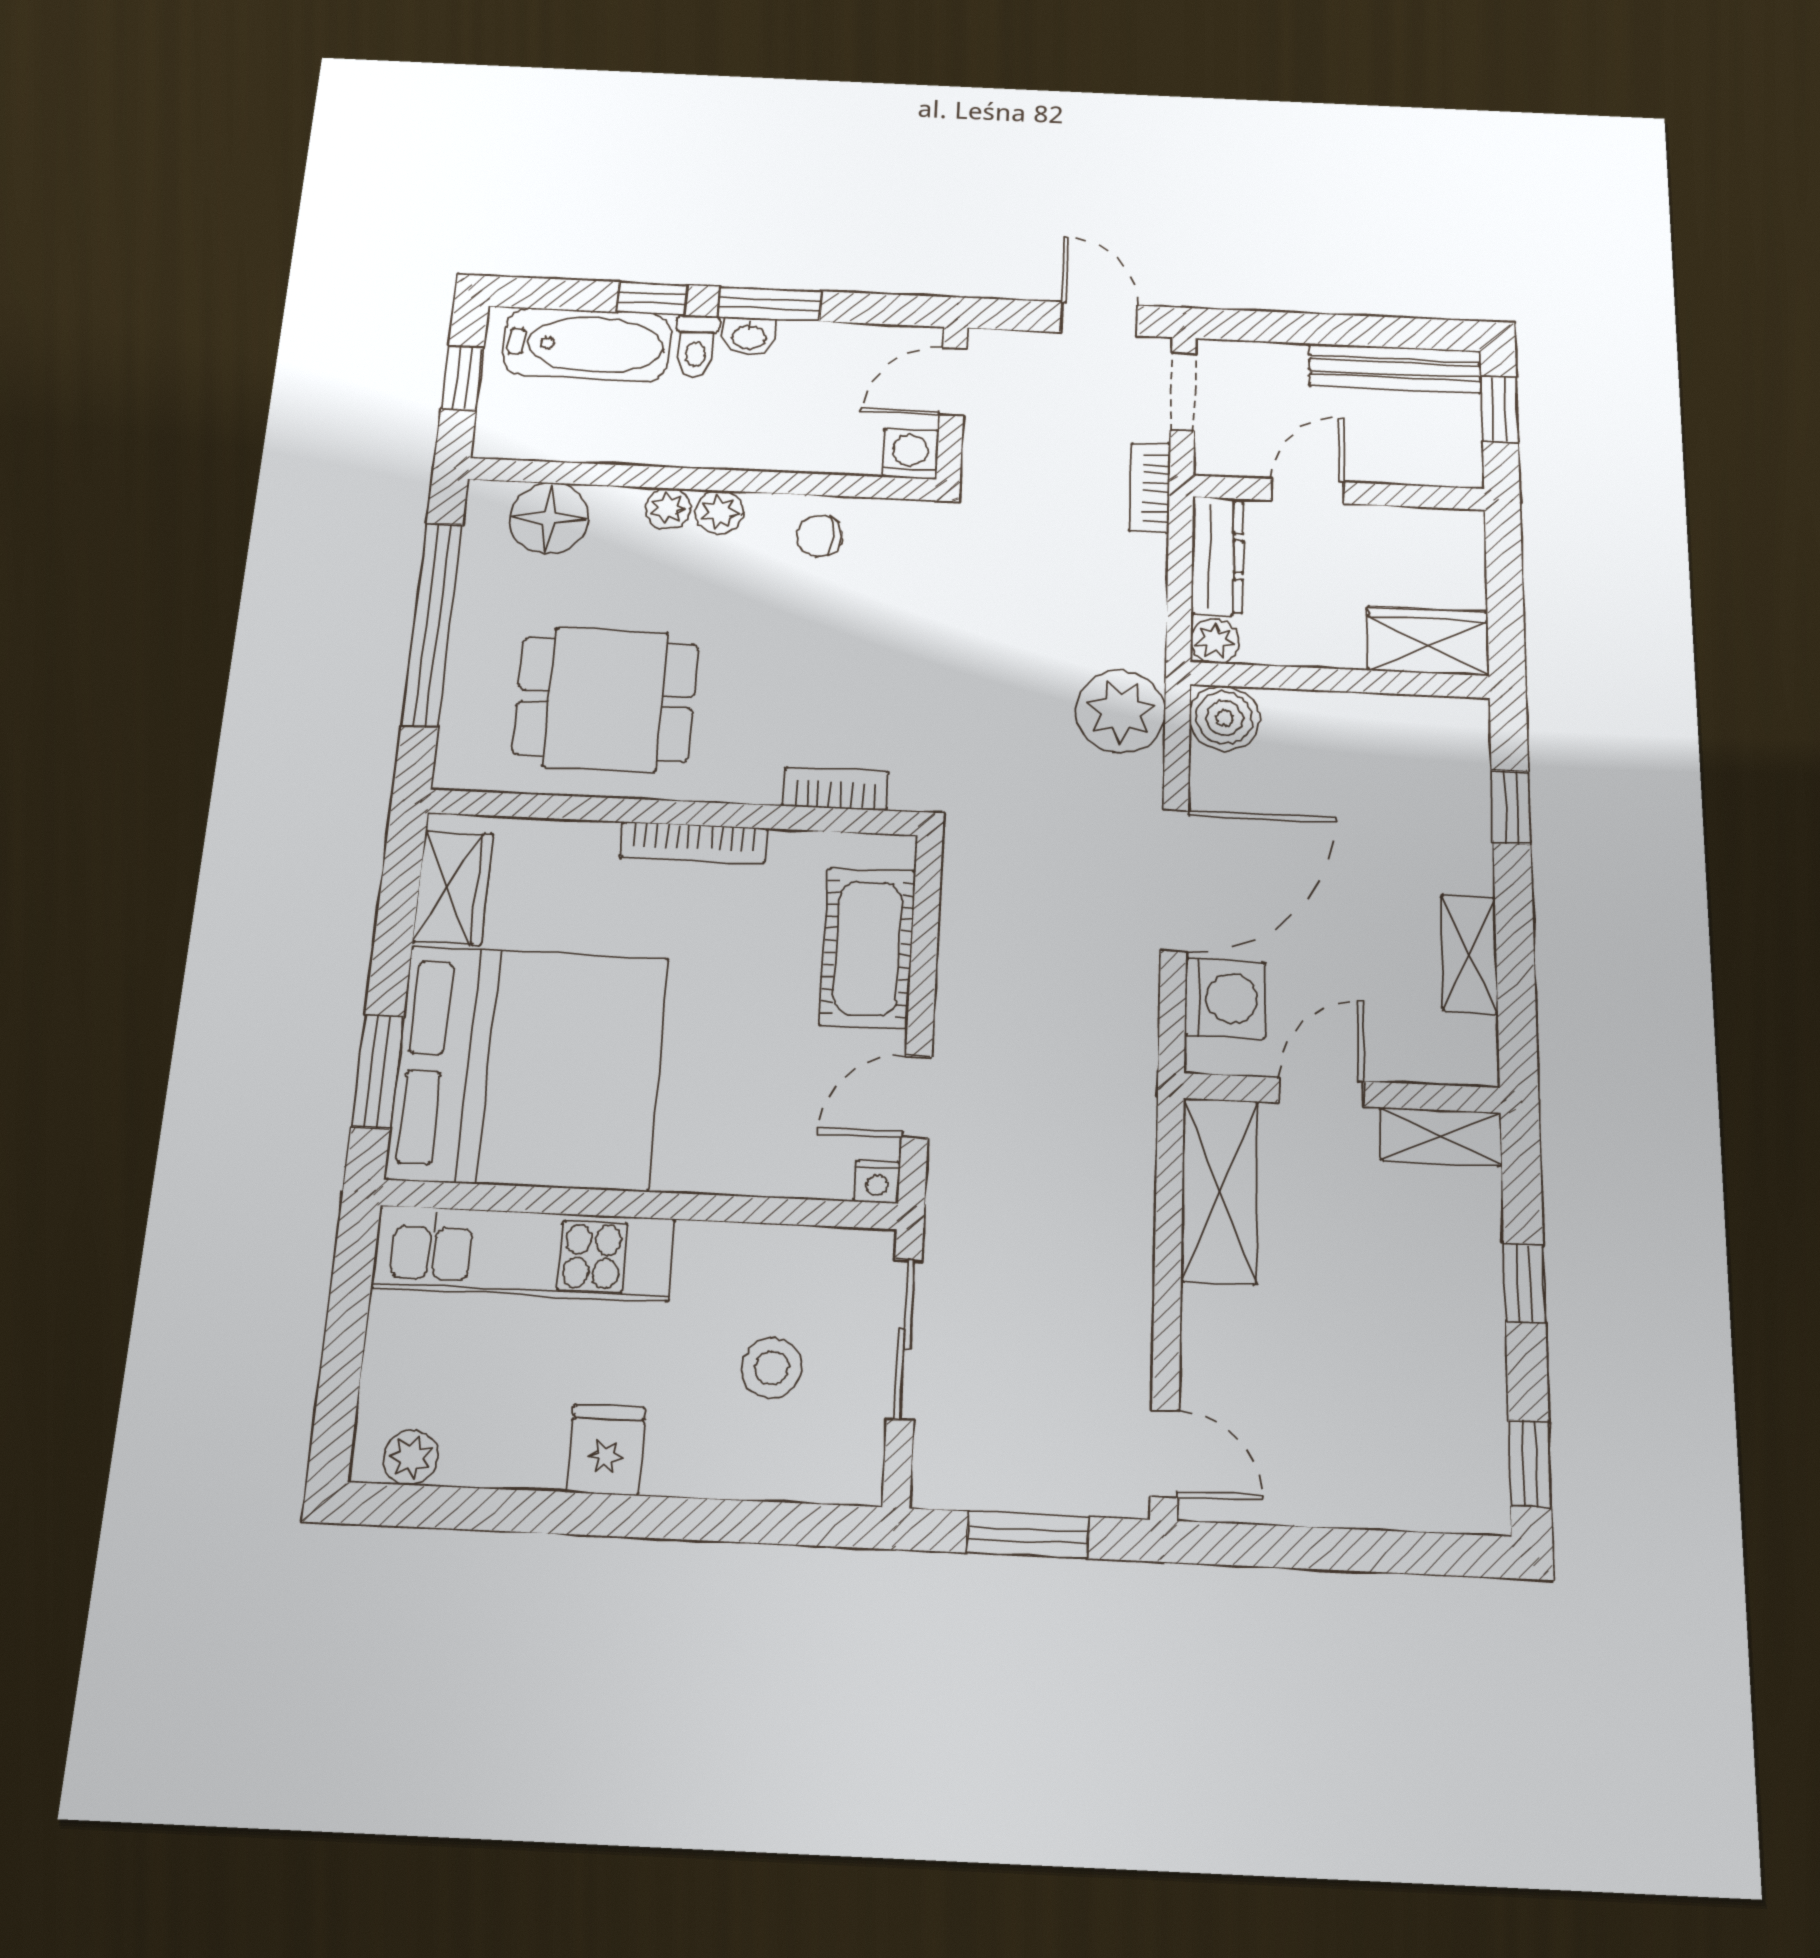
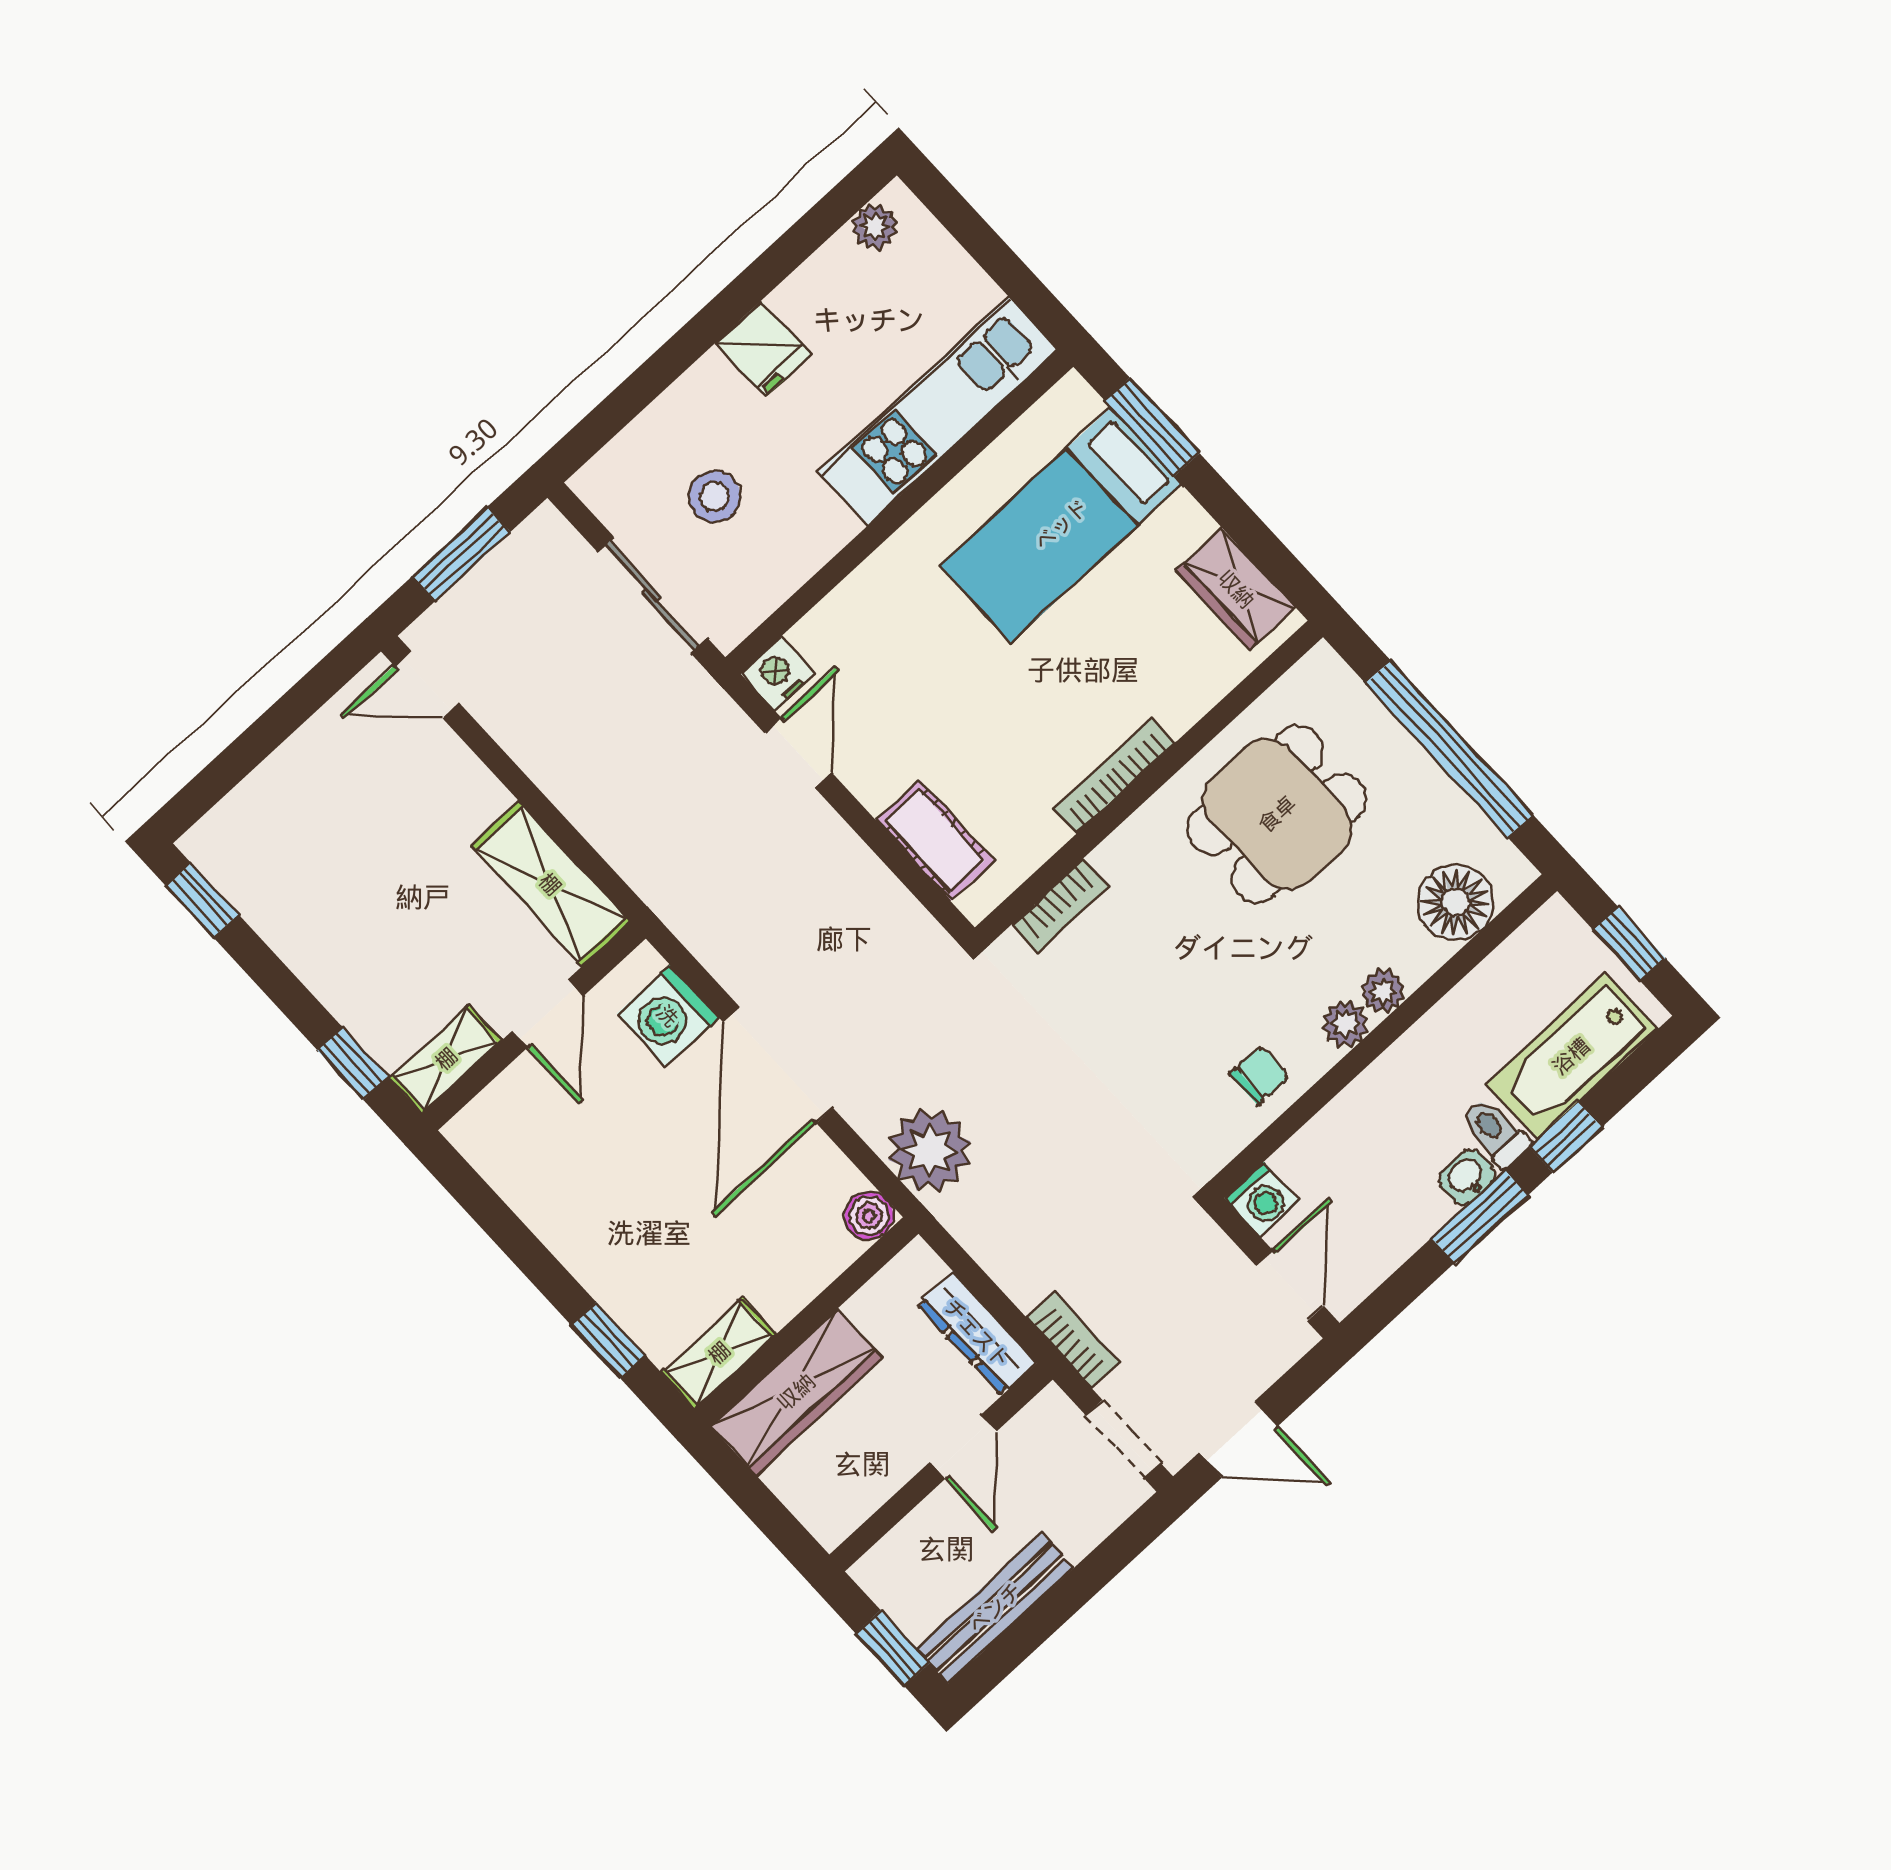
plant: (1215, 641) -> (917, 1266), removed
wardrobe: (1428, 641) -> (796, 1392), width x1.50
boiler: (1225, 718) -> (869, 1216), width x0.73, depth x0.73
cot: (868, 948) -> (935, 840), width x0.73, depth x0.75
shelving: (1469, 954) -> (719, 1353), moved, turned 90
bed: (528, 1067) -> (1061, 525), width x0.49
nightstand: (877, 1182) -> (778, 674), width x1.39, depth x1.35
window: (1525, 1283) -> (353, 1063), moved

